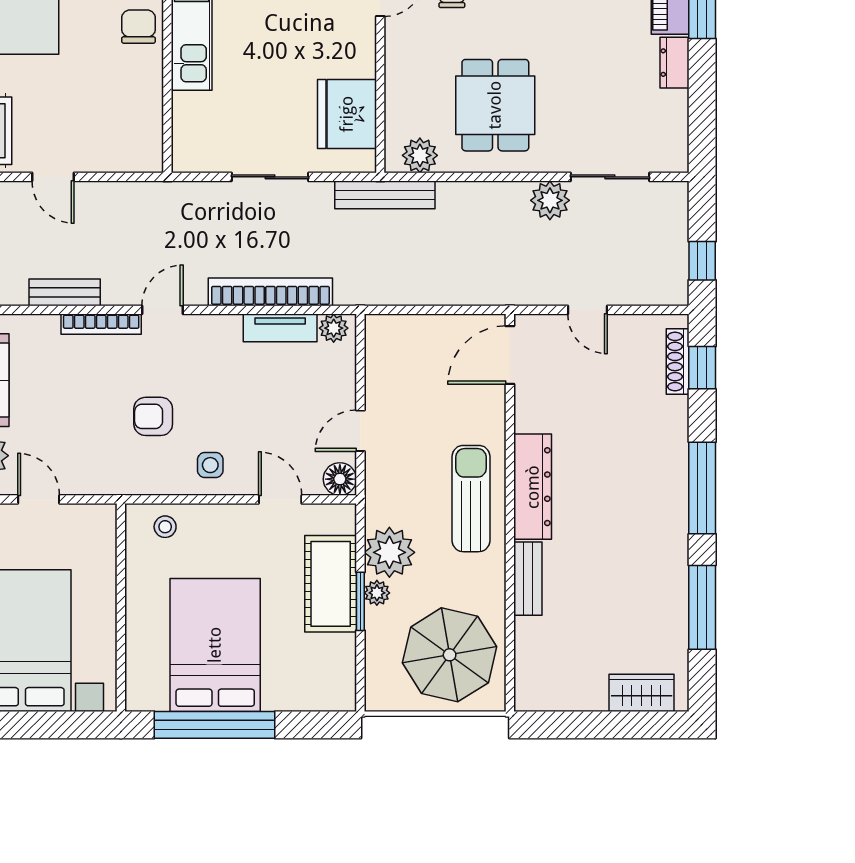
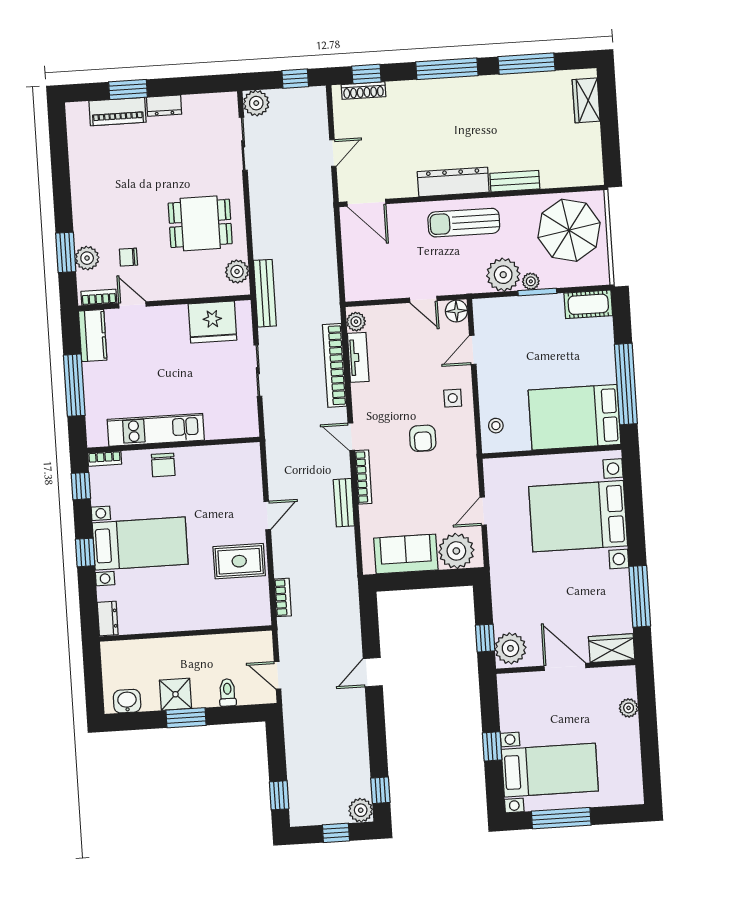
chair: (138, 27) -> (163, 465), turned -90
plant: (550, 200) -> (256, 103), moved
cot: (331, 584) -> (588, 304), moved, width x0.73, depth x0.75
bed: (215, 645) -> (575, 417), moved

